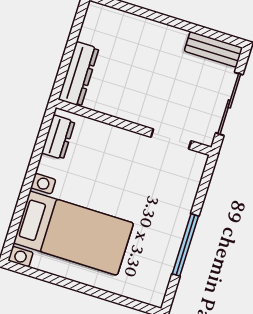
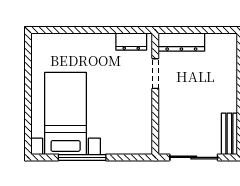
doorway: (171, 139) -> (155, 74), moved
bed with nightstands: (73, 233) -> (66, 113), moved, turned 180

